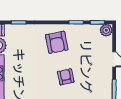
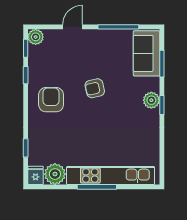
armchair: (57, 42) -> (51, 100), turned -79

